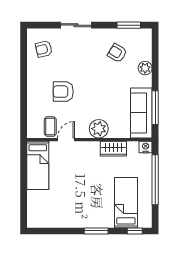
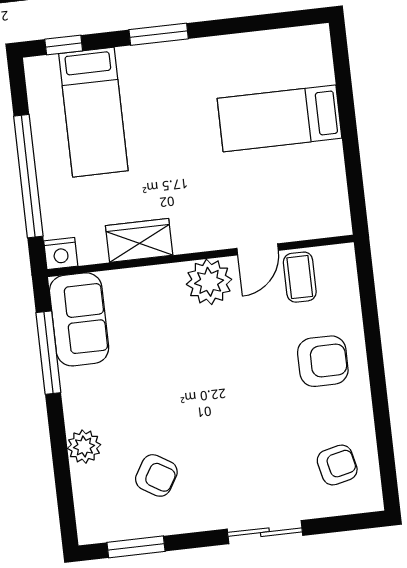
armchair: (63, 92) -> (323, 361), moved
sofa: (141, 113) -> (79, 319), width x0.73
plant: (99, 129) -> (209, 282), moved
bed: (38, 165) -> (280, 118), moved, turned -90

